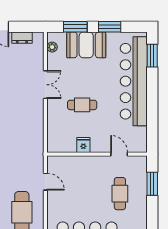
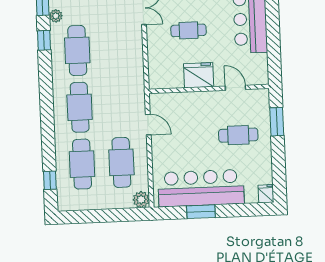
fridge: (83, 145) -> (199, 75), width x1.88, depth x1.34
cafe table: (120, 194) -> (238, 135), turned 90

